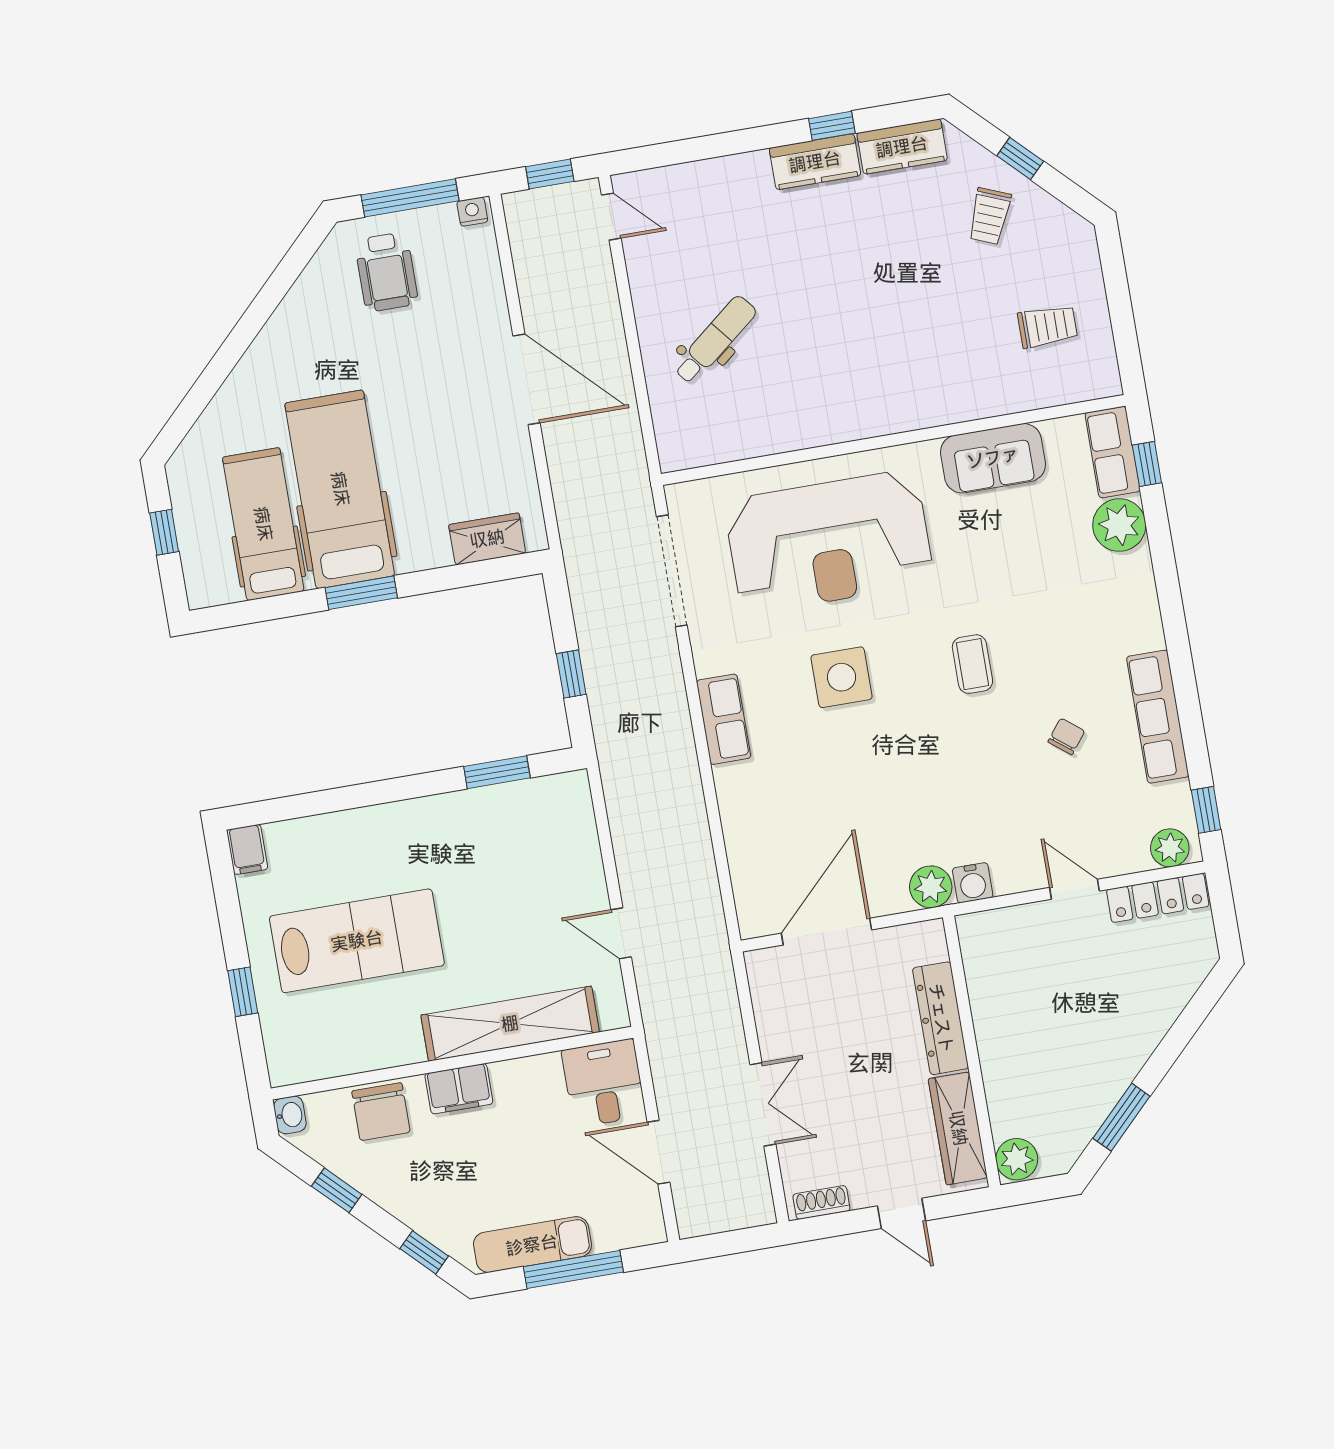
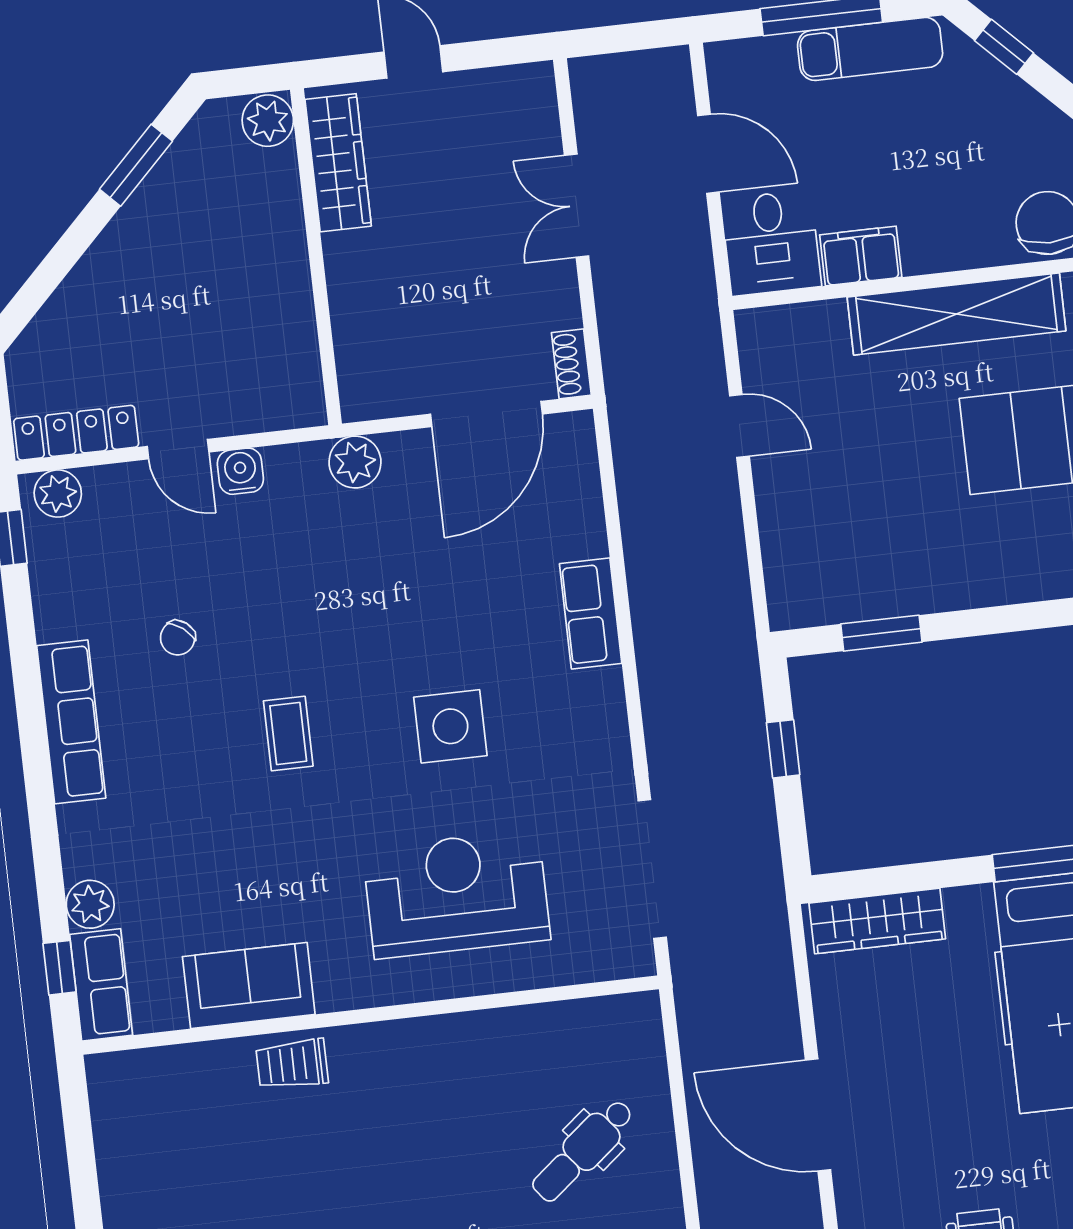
trolley: (1047, 326) -> (292, 1064), moved
plant: (1119, 525) -> (90, 904), width x0.73, depth x0.73
wardrobe: (487, 539) -> (877, 921), width x1.50
reception desk: (829, 542) -> (456, 894), width x0.74, depth x0.77
row of seats: (1158, 717) -> (71, 722), moved
row of seats: (724, 719) -> (591, 614), moved
water cooler: (973, 883) -> (240, 471), moved
dresser: (941, 1018) -> (352, 300), removed
shelving: (510, 1024) -> (957, 314), moved
filing cabinet: (459, 1089) -> (861, 256), moved
shoe rack: (821, 1202) -> (571, 364), moved, turned 90

